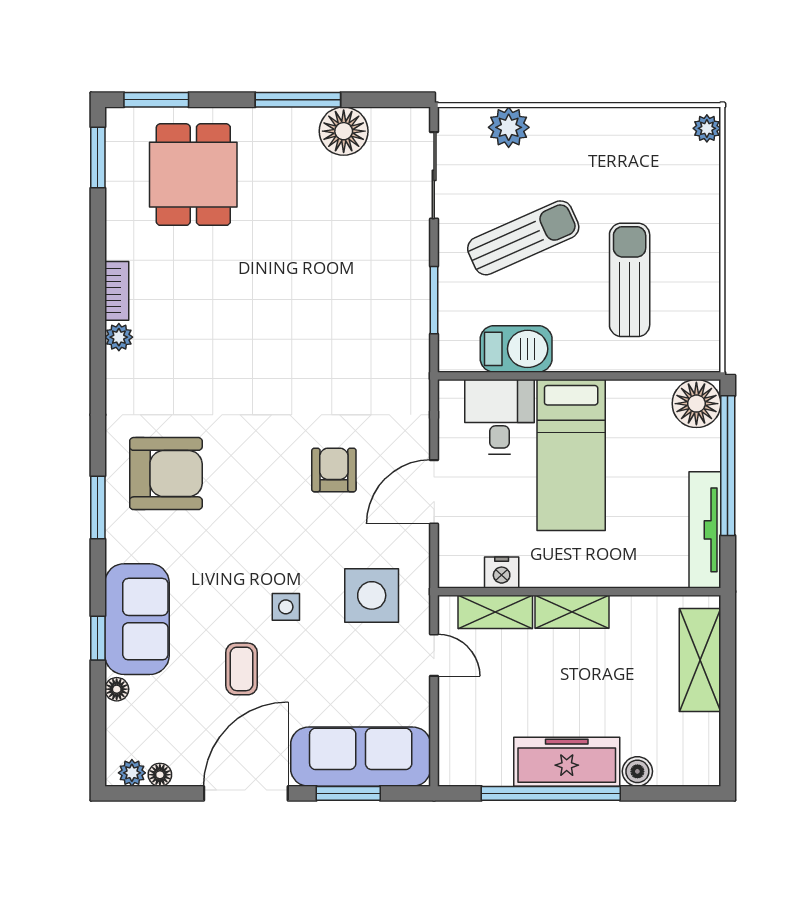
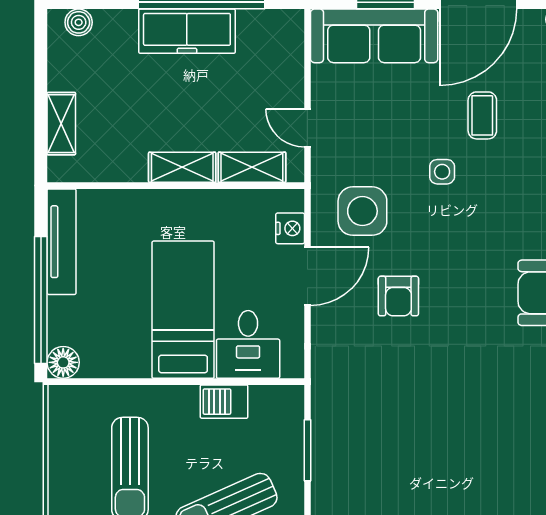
barbecue: (516, 349) -> (224, 402), width x0.73, depth x0.79
floor lamp: (696, 404) -> (63, 362), width x0.73, depth x0.73
nightstand: (502, 573) -> (290, 228), moved, turned 90
side table: (372, 595) -> (362, 211), moved
shelving: (700, 660) -> (61, 124), width x0.67, depth x0.75
boiler: (637, 771) -> (79, 22), moved

